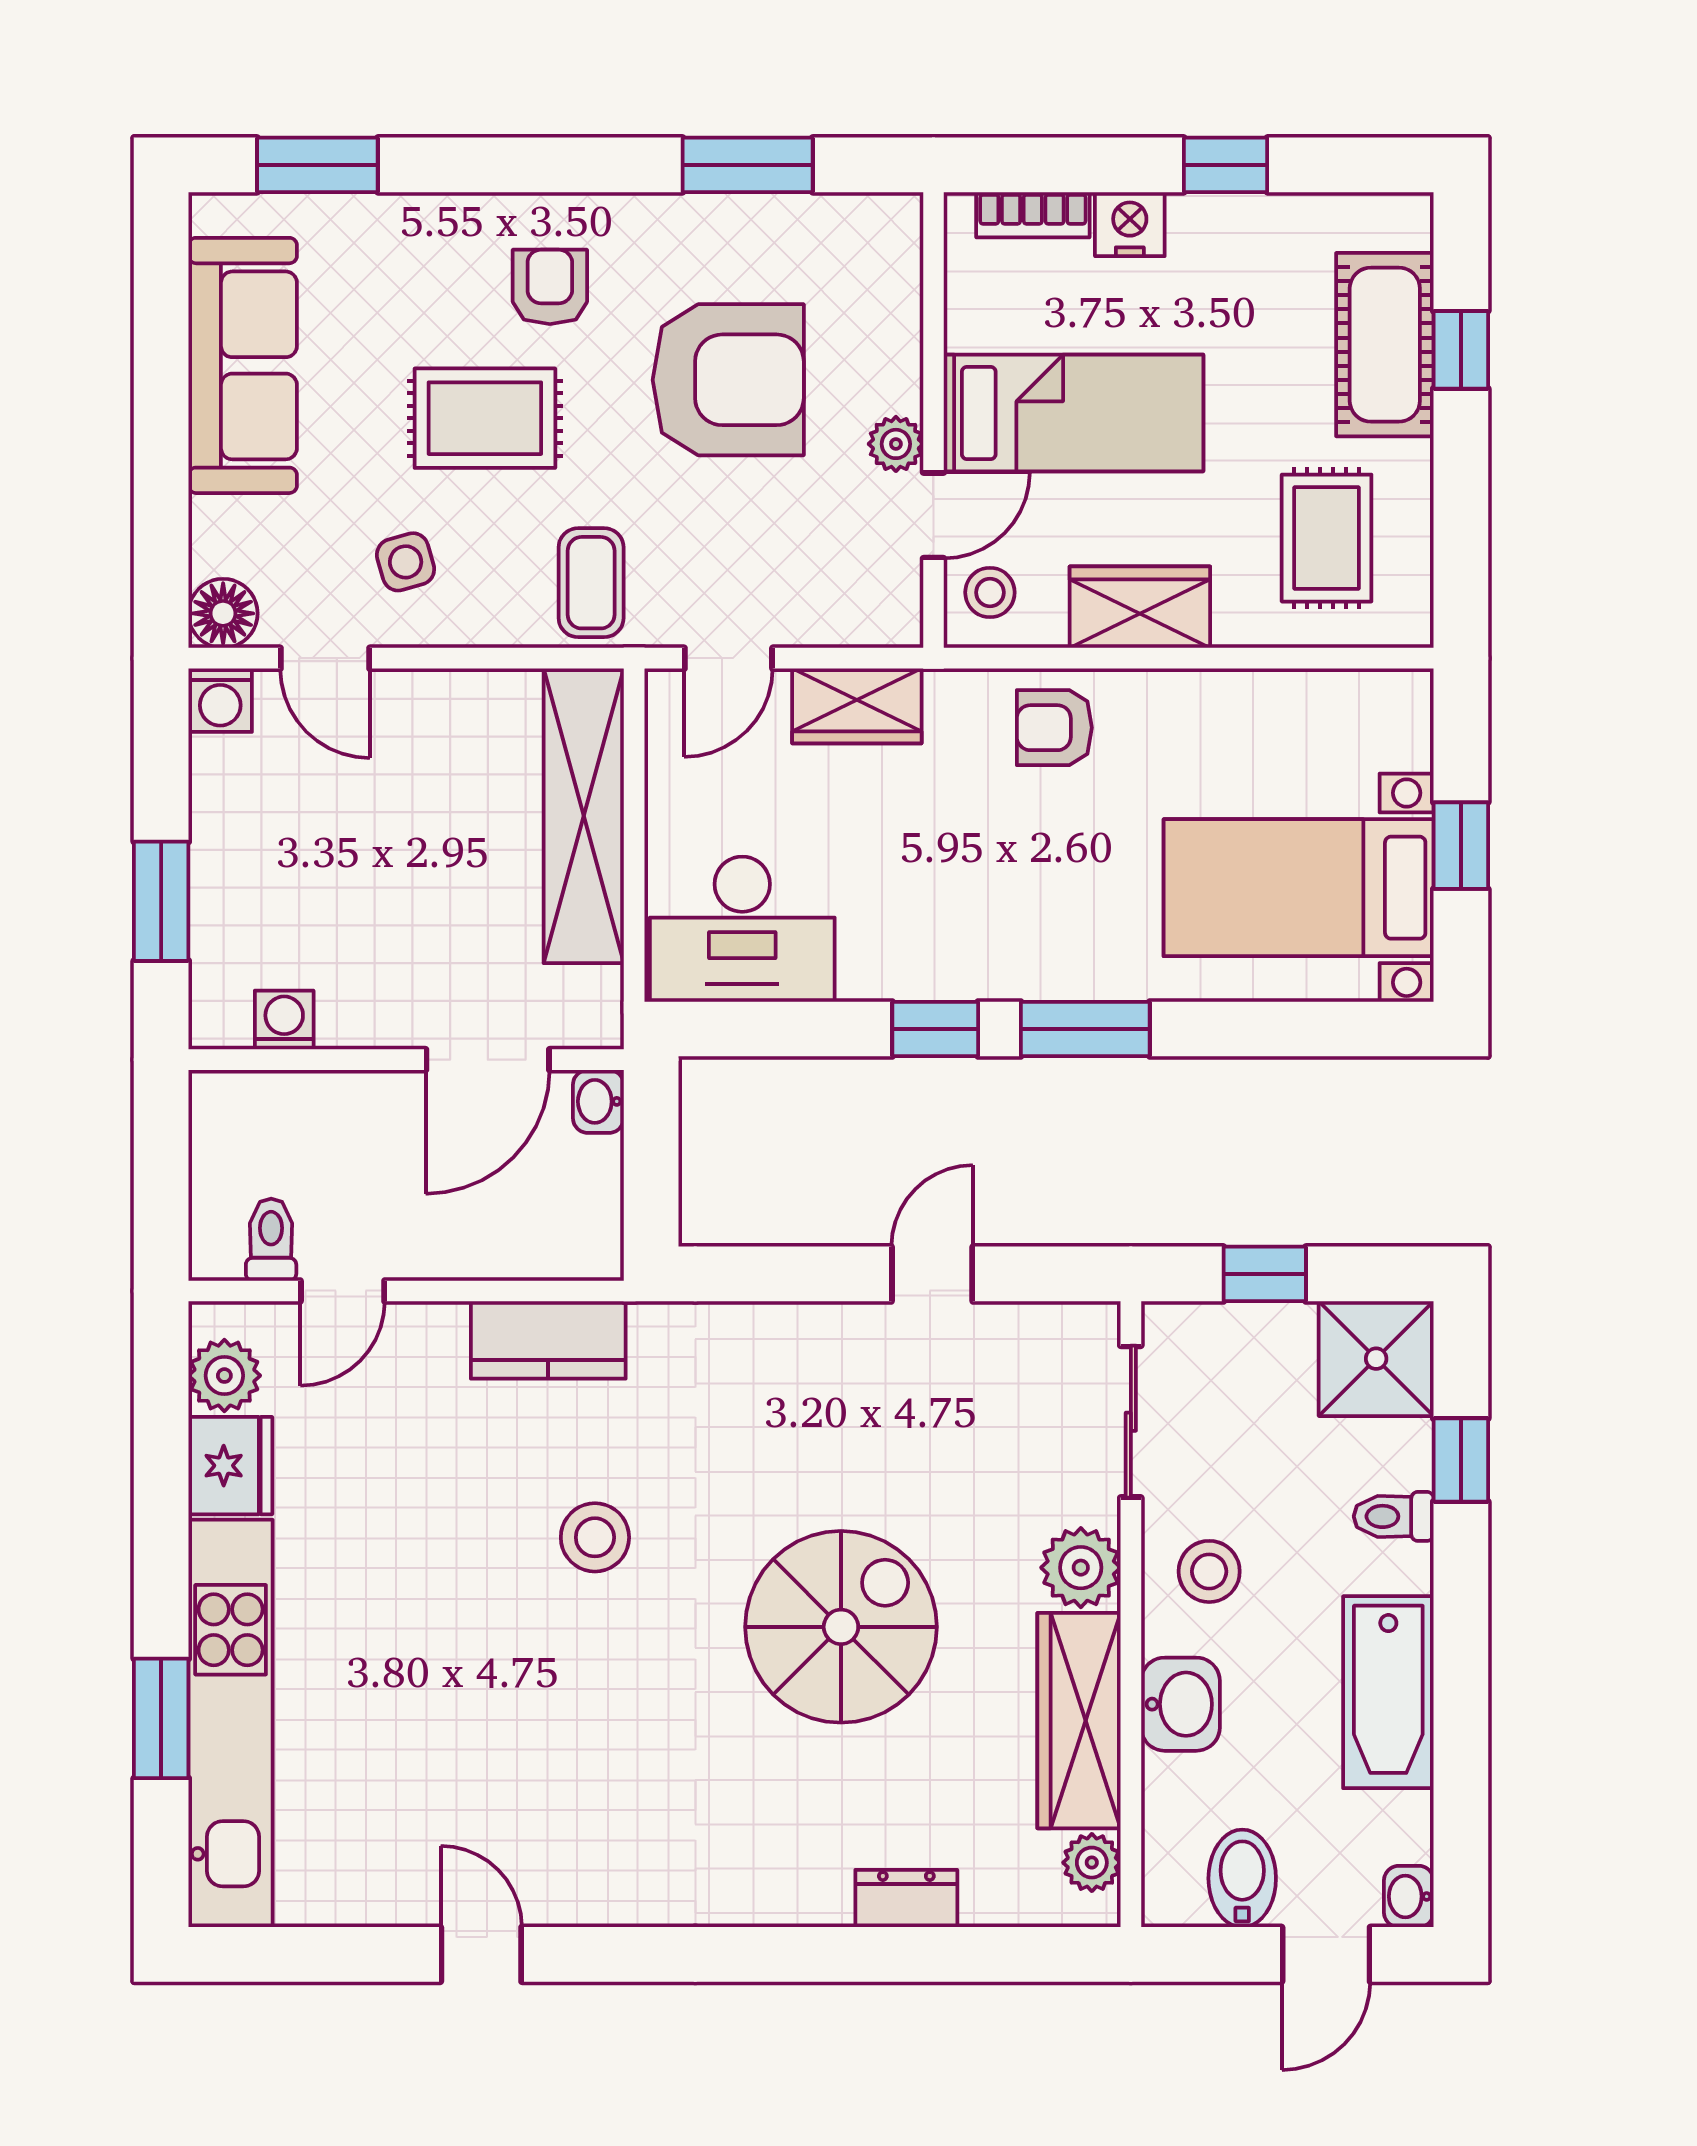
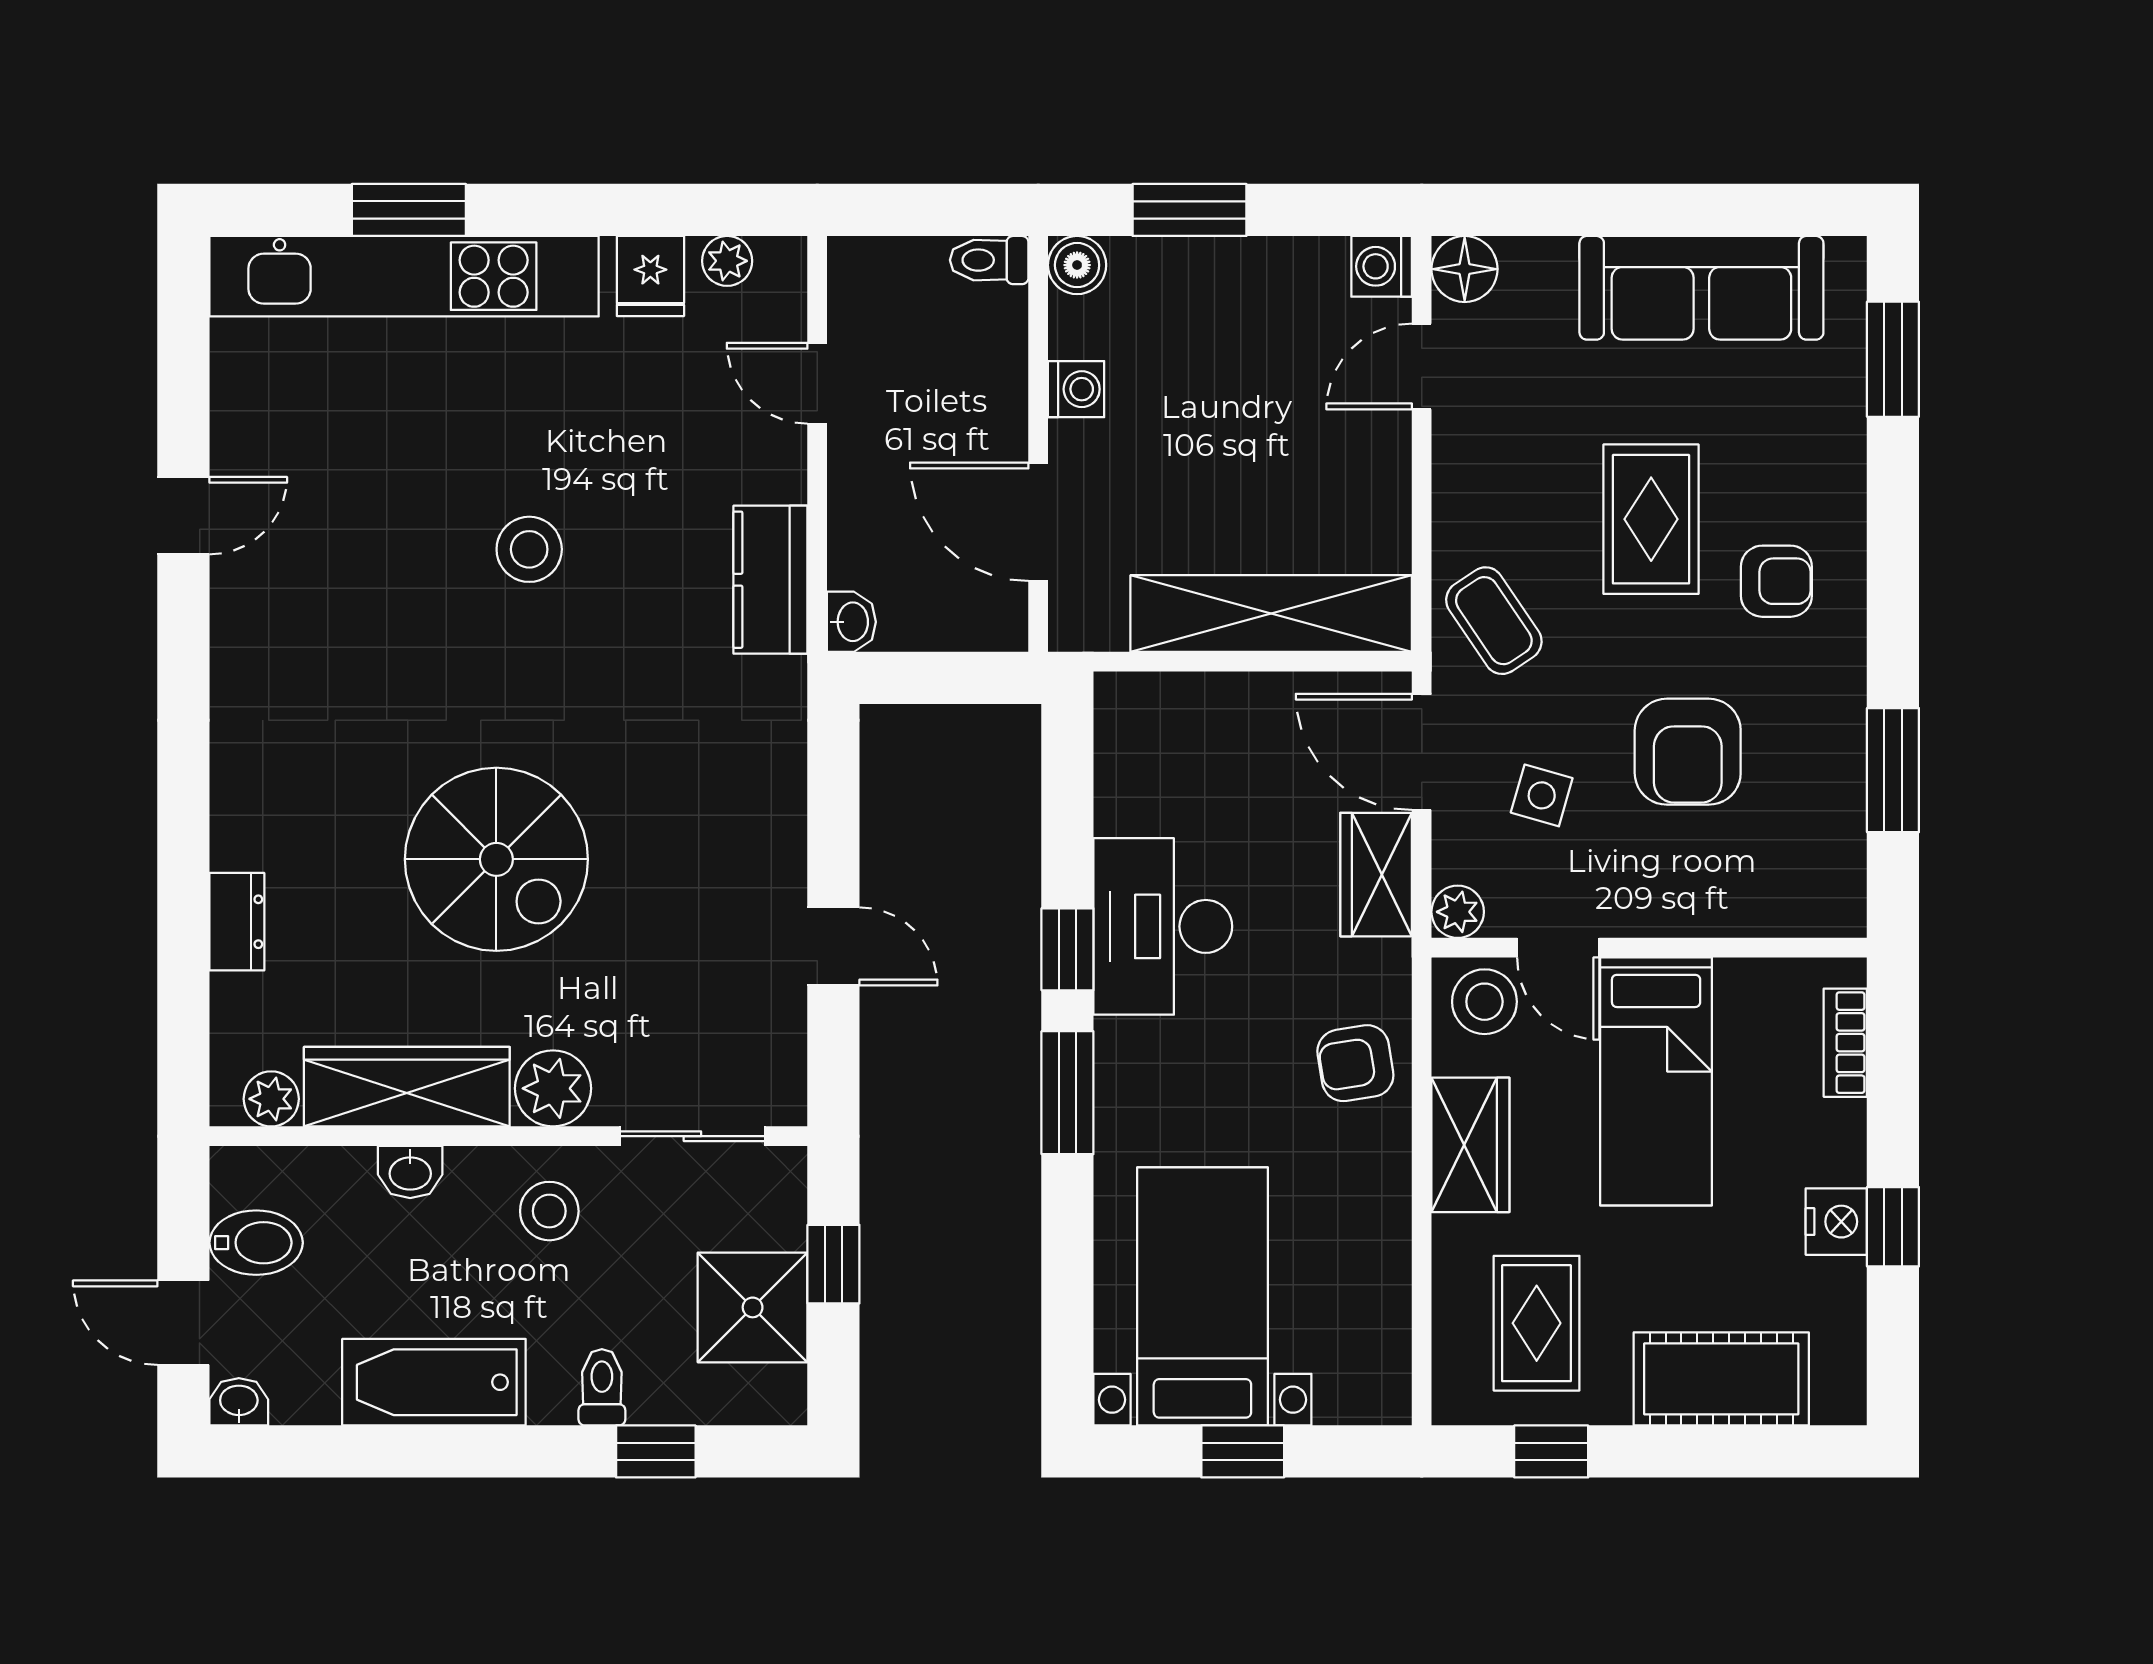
nightstand: (1130, 224) -> (1836, 1222), moved
window: (1461, 350) -> (1551, 1451), moved
armchair: (728, 380) -> (1688, 752), width x0.73, depth x0.73
plant: (896, 444) -> (1458, 912), moved
rug: (1327, 538) -> (1537, 1323), turned 90
side table: (406, 562) -> (1542, 795), moved, turned 32
coffee table: (591, 583) -> (1494, 621), turned 56
stool: (990, 592) -> (1484, 1002), width x1.37, depth x1.37
door: (728, 658) -> (1422, 752), width x1.38
armchair: (1054, 728) -> (1355, 1063), turned -99
desk: (742, 929) -> (1163, 926), moved
boiler: (219, 1019) -> (1077, 265), added
washing machine: (284, 1020) -> (1076, 389), moved
washbasin: (598, 1101) -> (851, 622), moved, turned 90
toilet: (271, 1240) -> (989, 260), moved, turned 180
shower: (1376, 1359) -> (753, 1307), moved
plant: (224, 1376) -> (727, 261), width x0.73, depth x0.73
fridge: (230, 1466) -> (650, 276), width x0.72
stool: (595, 1537) -> (529, 549), moved
washbasin: (1180, 1704) -> (410, 1172), width x0.72, depth x0.69

